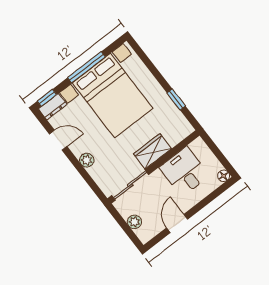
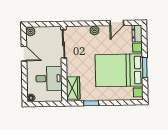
window: (86, 67) -> (145, 68), width x0.69
window: (47, 98) -> (144, 34), removed
wardrobe: (152, 151) -> (73, 88), moved
plant: (134, 222) -> (30, 31), moved

